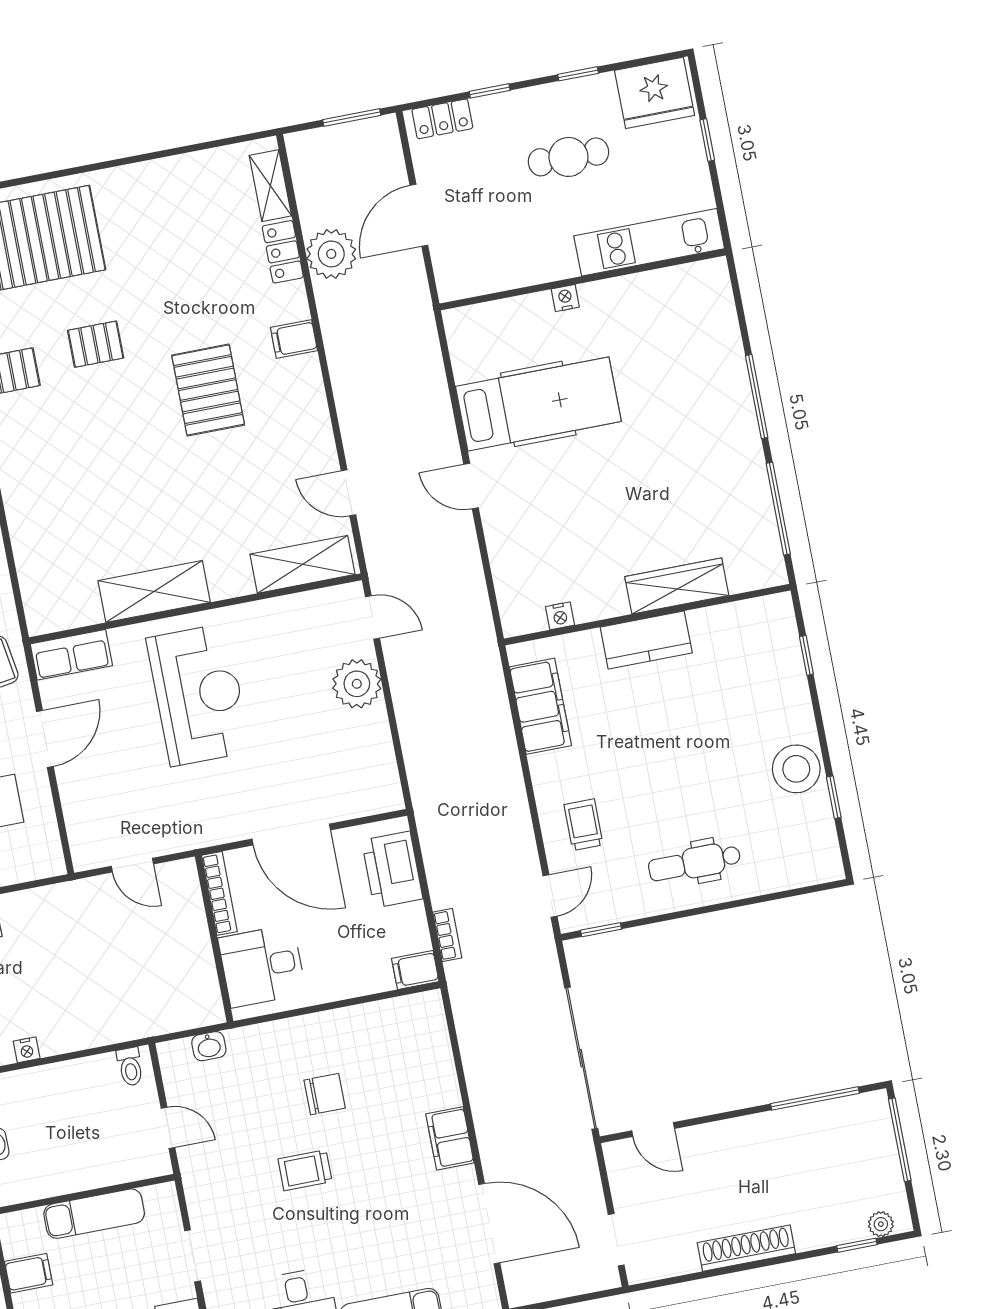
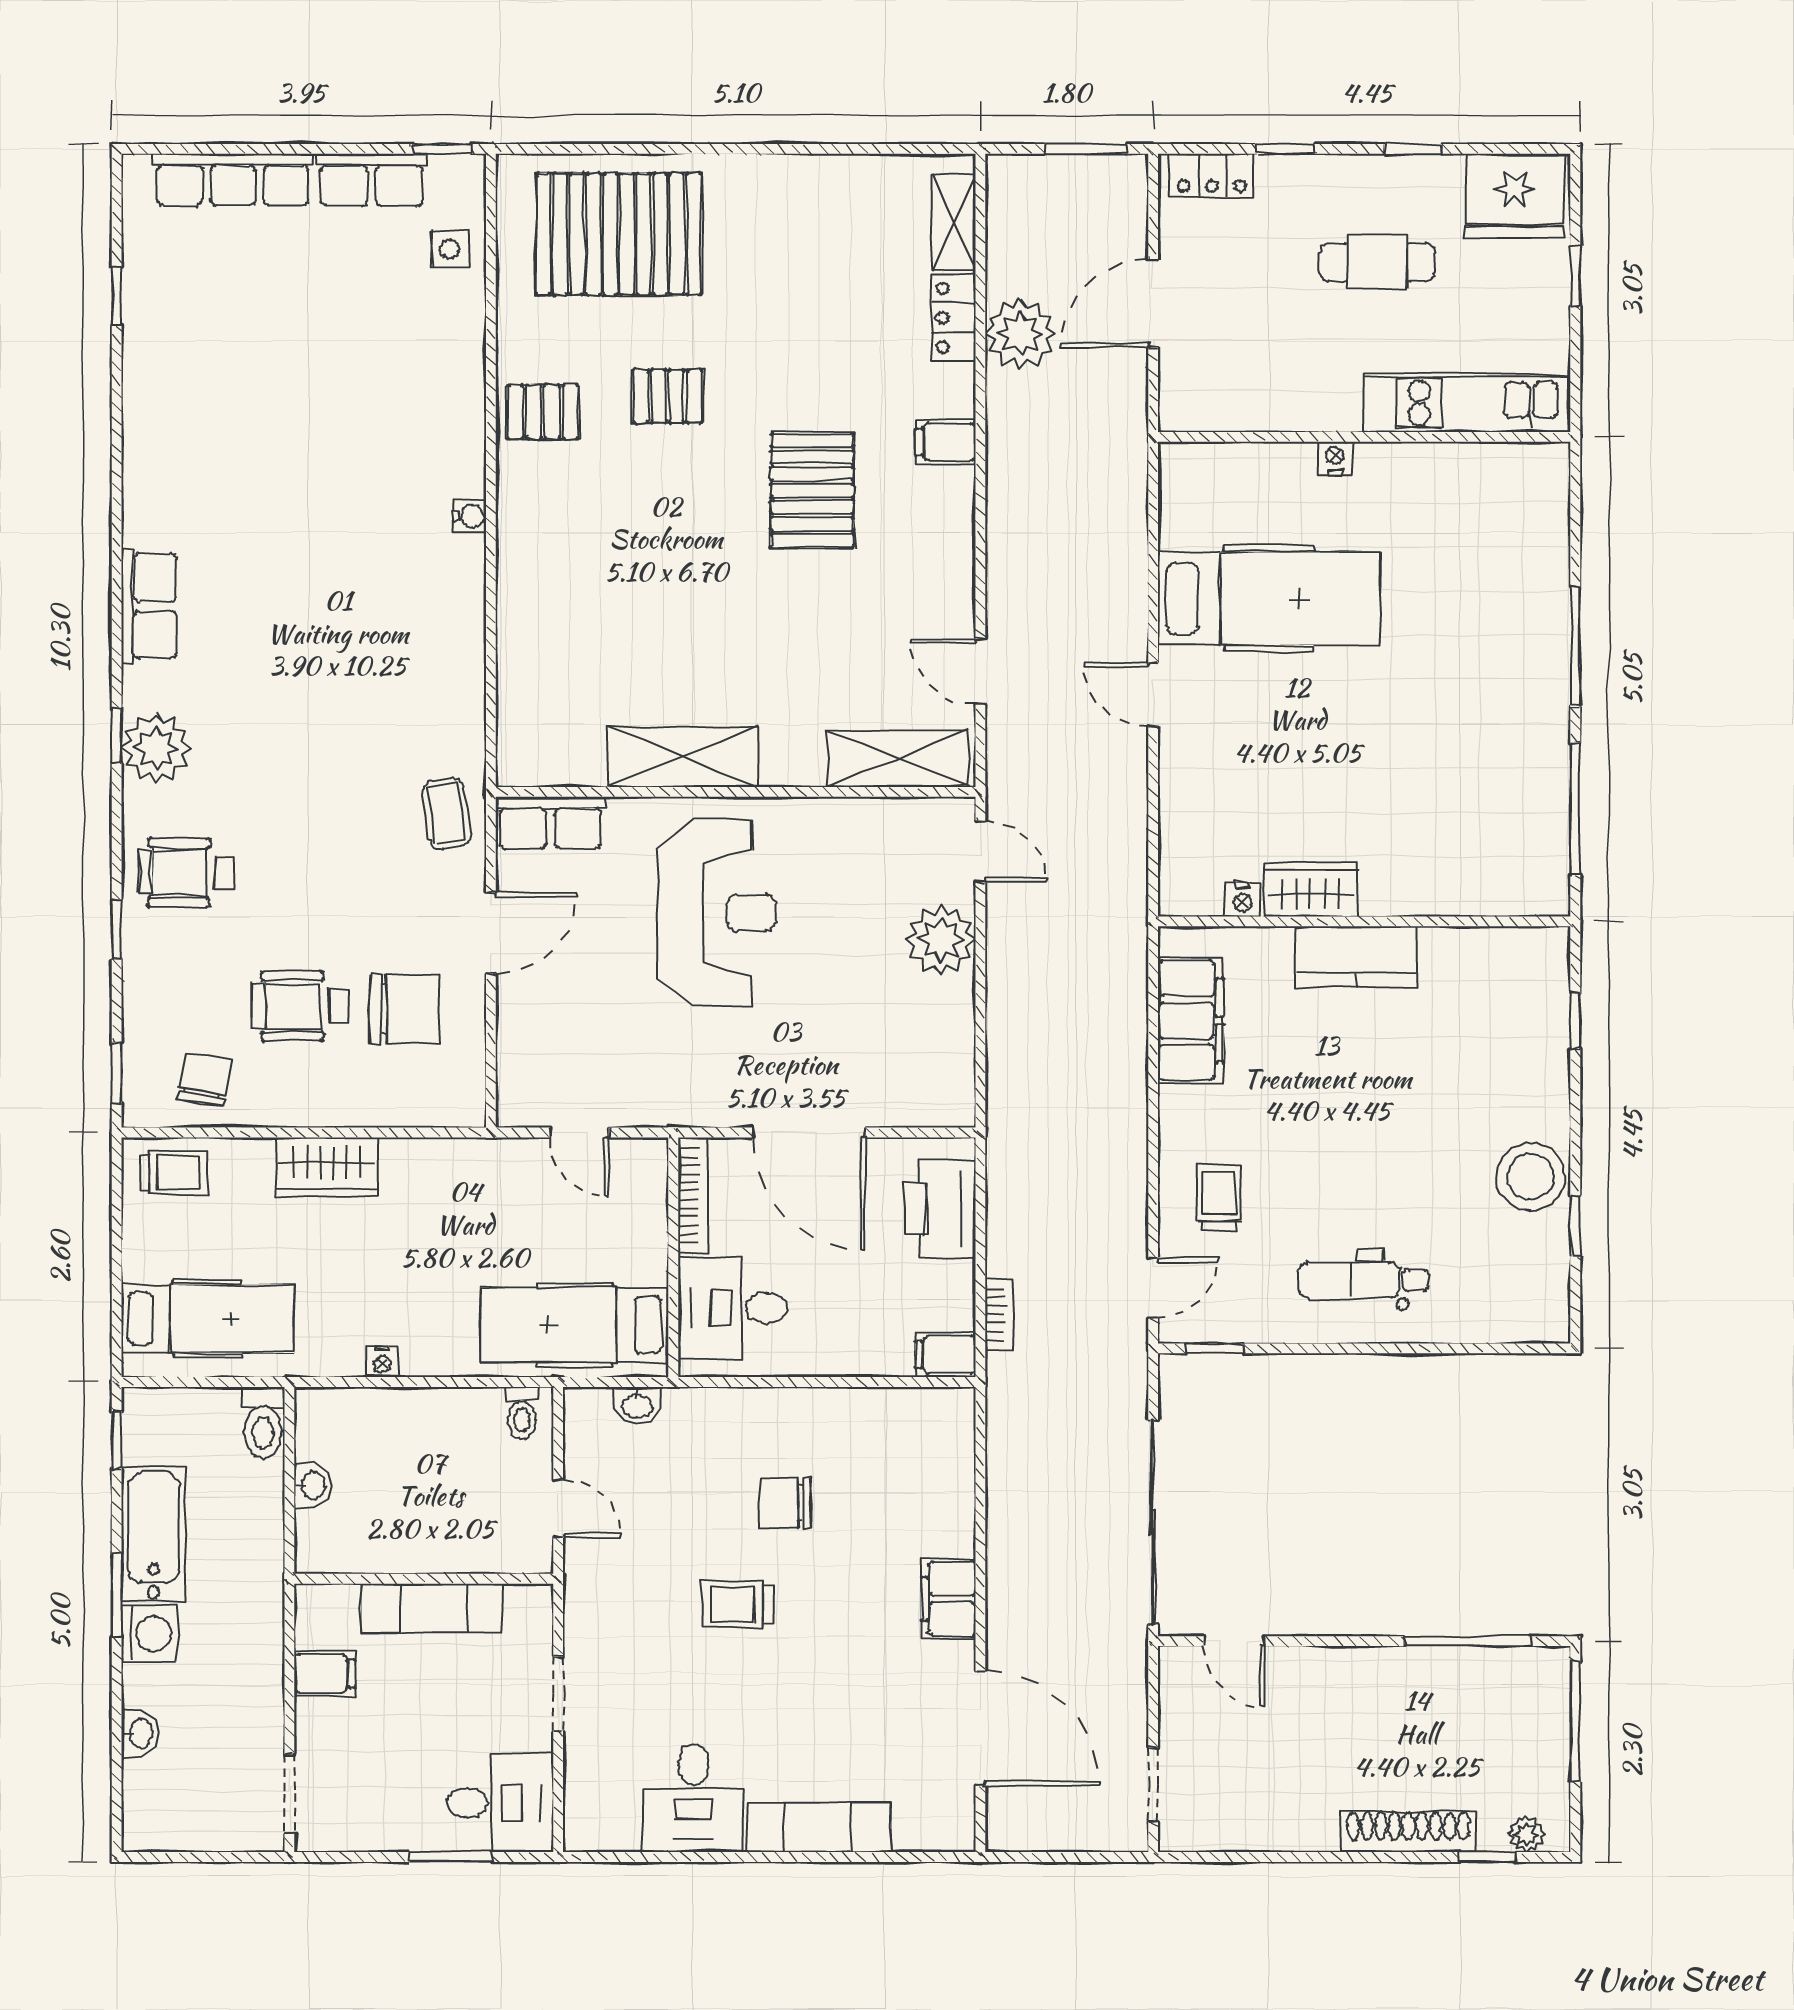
wardrobe: (677, 586) -> (1311, 889), moved, width x0.67
hospital bed: (155, 999) -> (575, 1325), added
chair: (325, 1094) -> (786, 1503), turned 180
shoe rack: (746, 1248) -> (1408, 1831), moved

